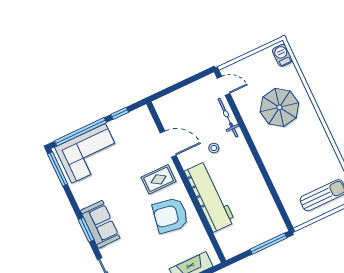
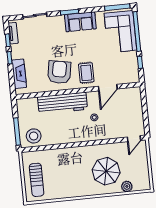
barbecue: (282, 55) -> (140, 185), removed
plant: (290, 73) -> (127, 186), added
bicycle: (228, 118) -> (111, 134), removed
stool: (267, 219) -> (34, 136), added
sofa: (100, 224) -> (80, 22), moved

